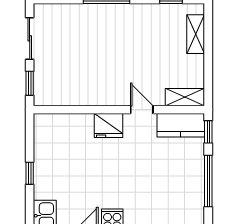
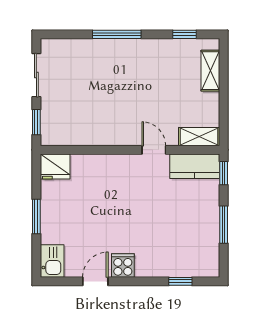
fridge: (108, 126) -> (55, 166), moved
window: (30, 173) -> (36, 216), width x1.50
window: (208, 181) -> (224, 225), width x0.69

